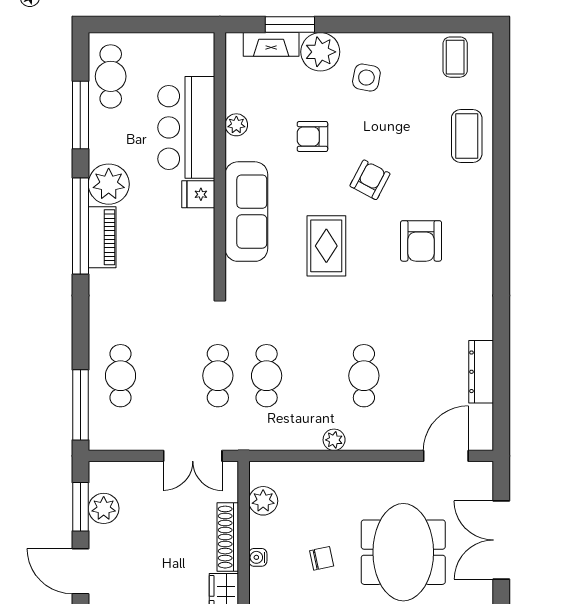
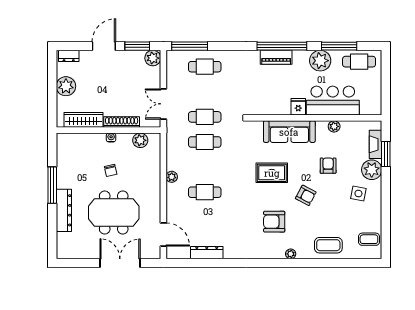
plant: (109, 184) -> (320, 61), moved
plant: (484, 209) -> (291, 254), added
plant: (104, 508) -> (153, 58), moved

